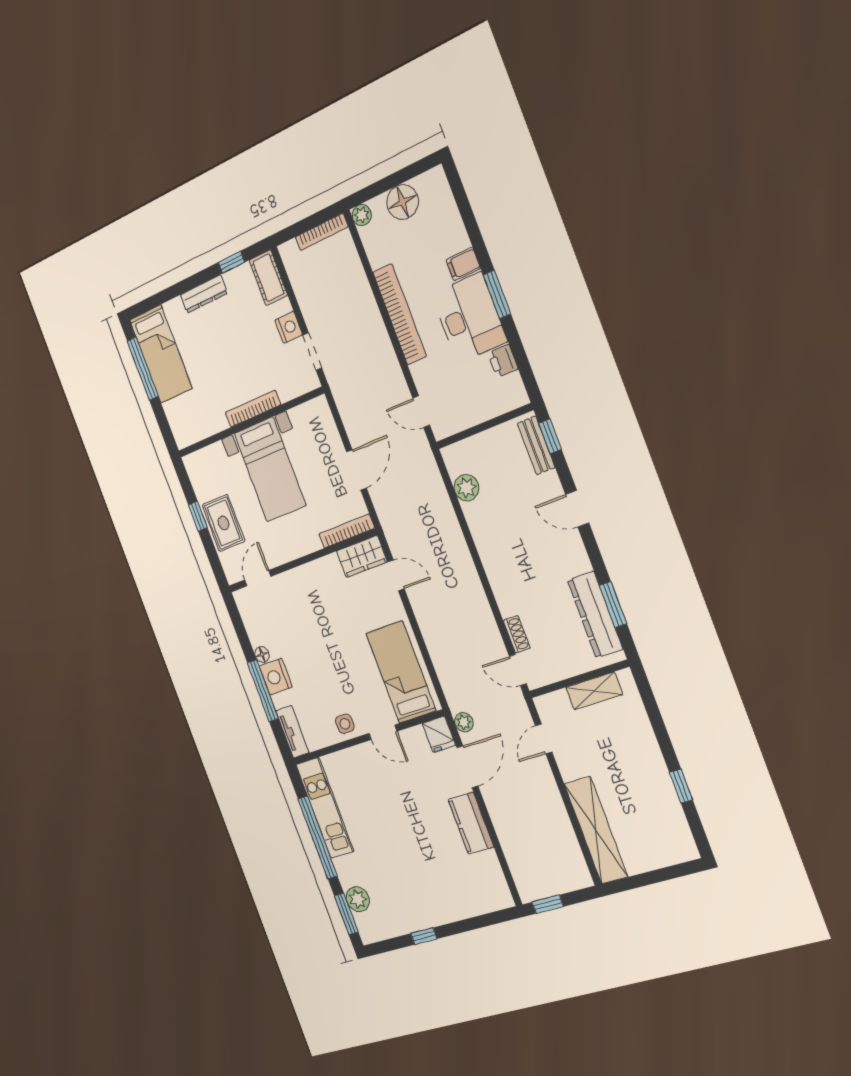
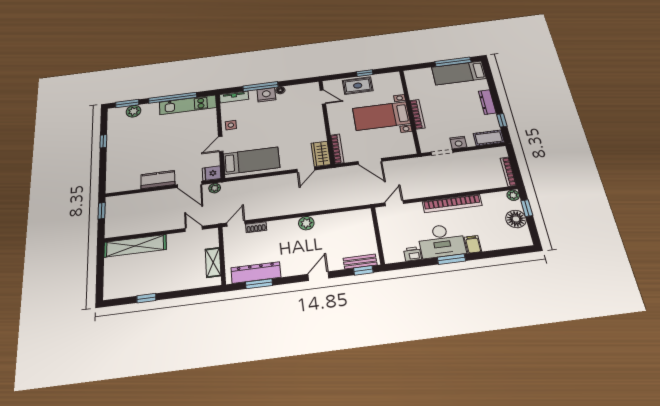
window: (379, 188) -> (527, 208), added
plant: (466, 488) -> (306, 223), moved

